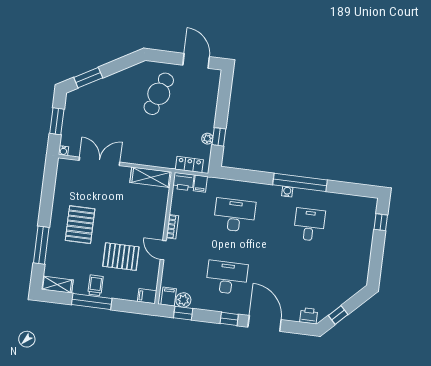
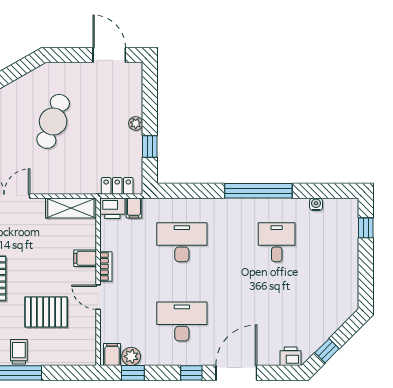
cafe table: (159, 94) -> (53, 121), moved
plant: (207, 139) -> (136, 123), moved
water cooler: (287, 192) -> (316, 204), moved
filing cabinet: (147, 296) -> (85, 258), moved
door: (265, 323) -> (236, 373), hinge flipped

